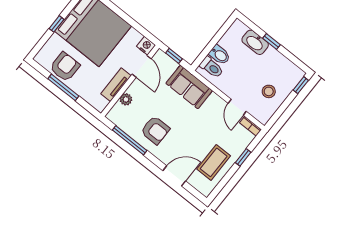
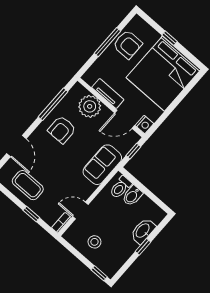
plant: (126, 99) -> (90, 106), width x1.87, depth x1.87

